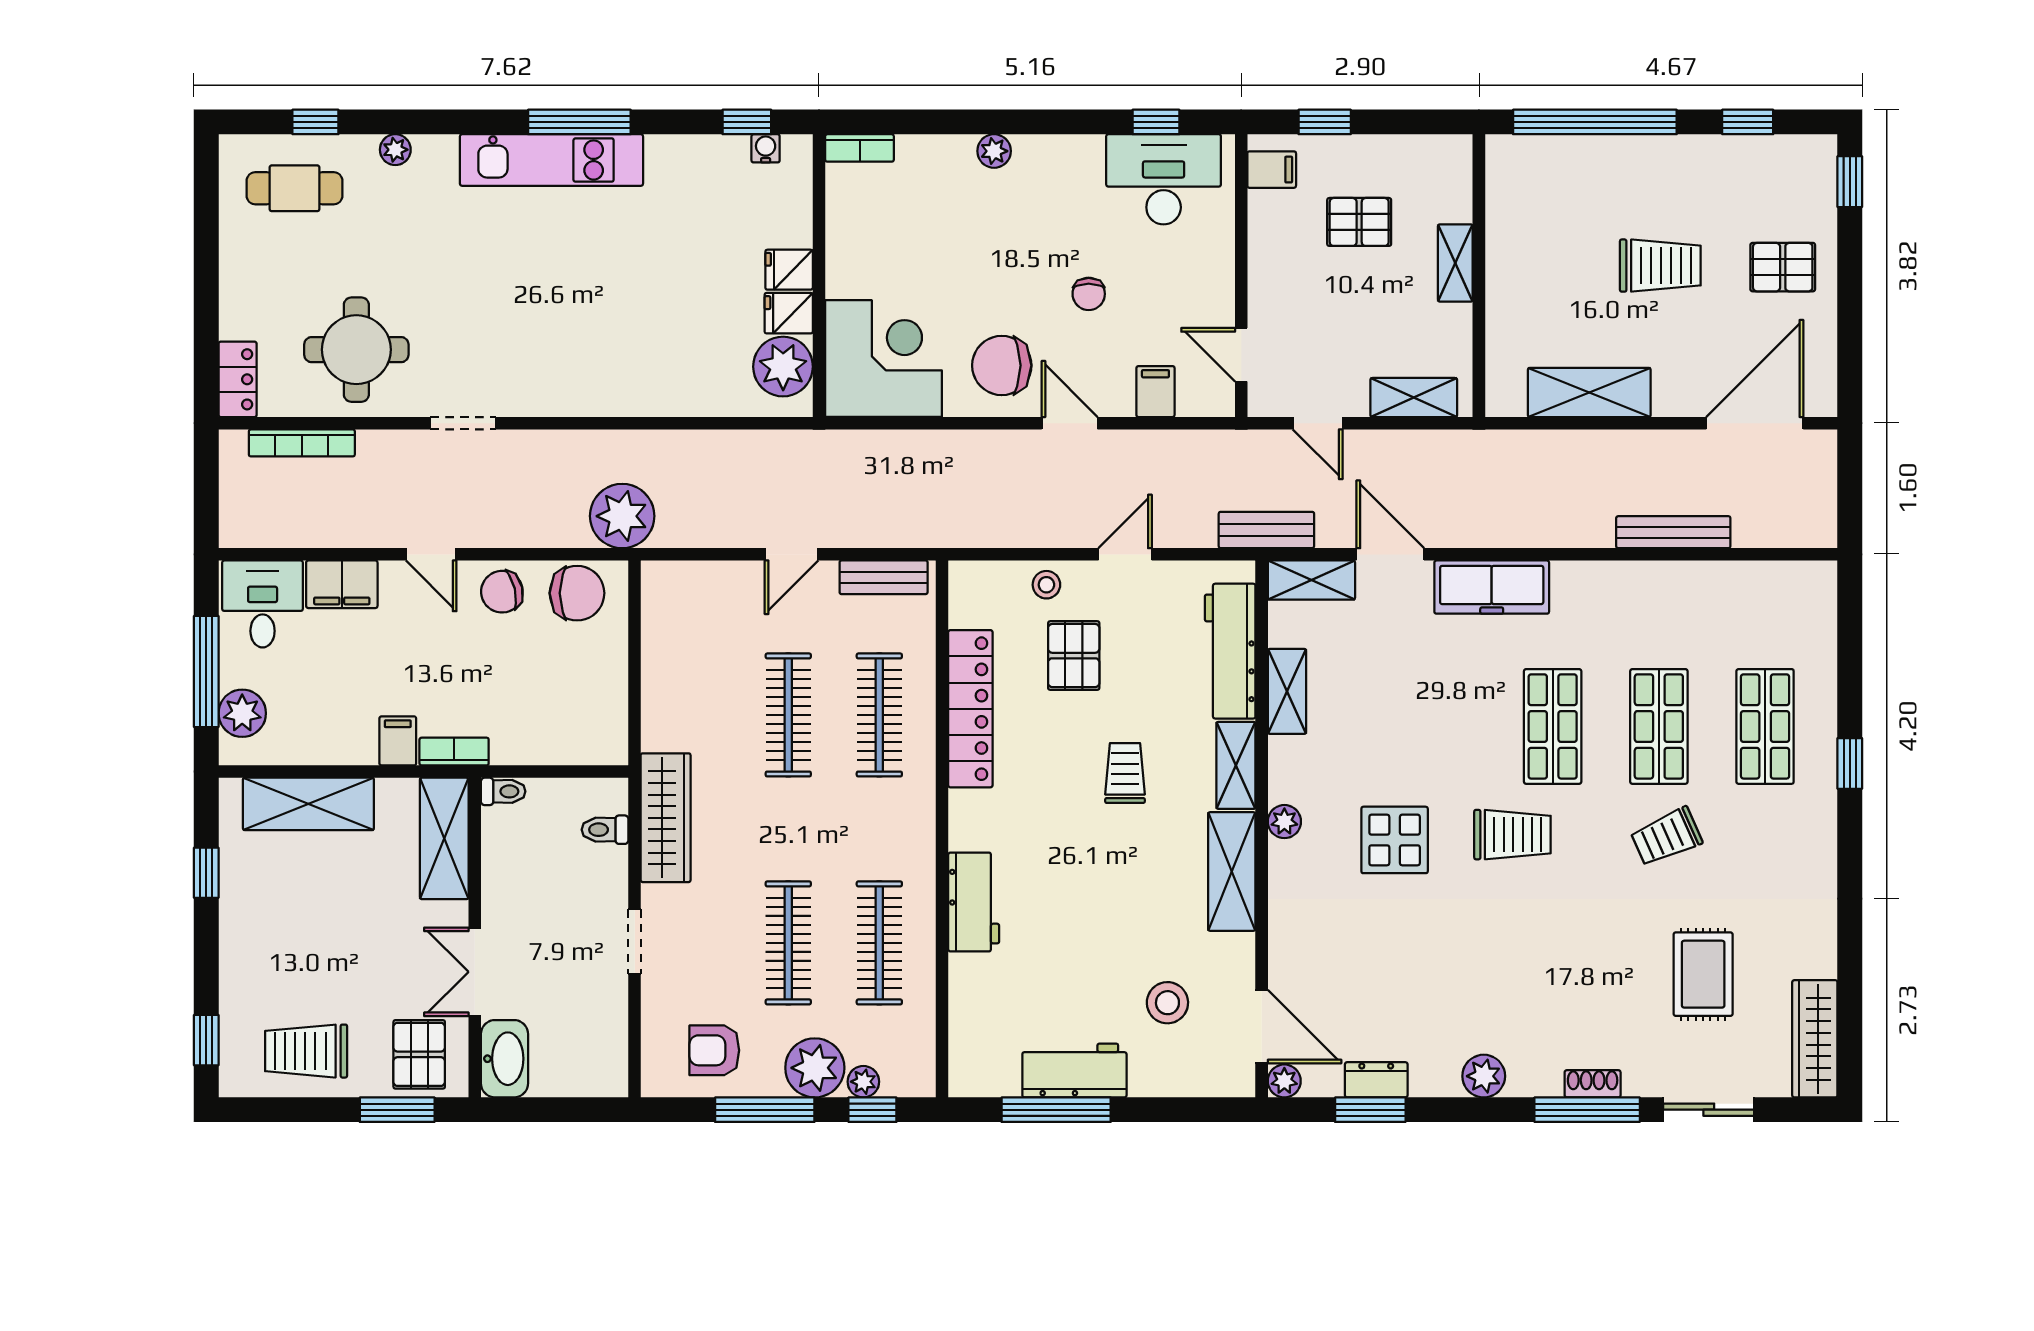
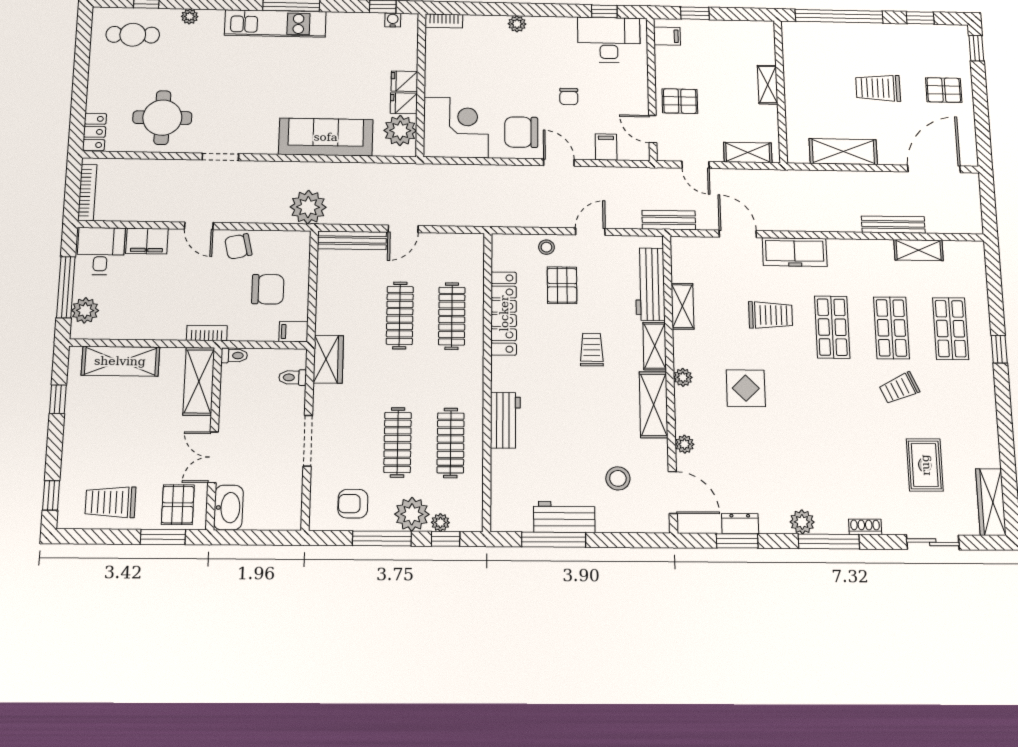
pallet: (1359, 222) -> (680, 101), moved
trolley: (1660, 266) -> (878, 88), turned 180
sofa: (650, 382) -> (326, 137), added
bookcase: (302, 443) -> (87, 193), moved, turned -90
bench: (884, 577) -> (352, 240), moved, width x1.36
shelving: (1311, 580) -> (919, 250), moved
chair: (577, 593) -> (268, 289), moved
filing cabinet: (398, 741) -> (293, 332), moved, turned -90
wardrobe: (666, 818) -> (328, 359), width x0.67
trolley: (1512, 835) -> (771, 315), moved
doorway: (635, 942) -> (308, 441), width x1.38
plant: (1284, 1081) -> (685, 444), moved
window: (1587, 1110) -> (829, 542), moved

